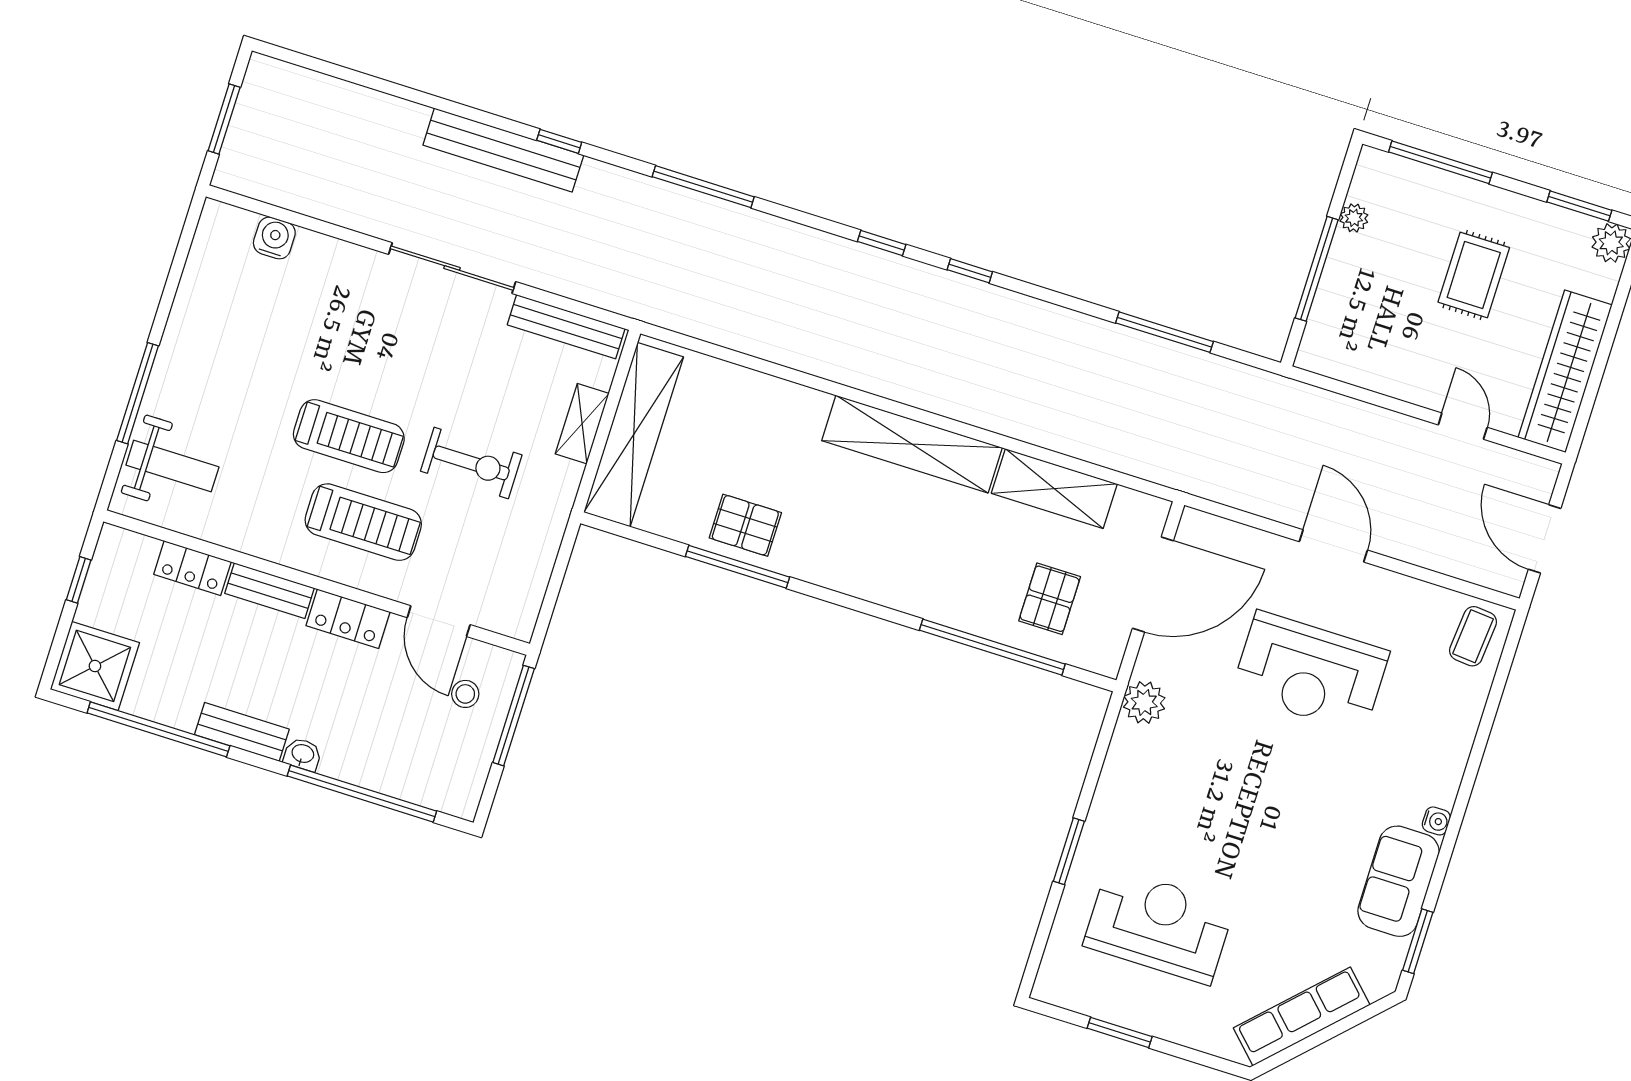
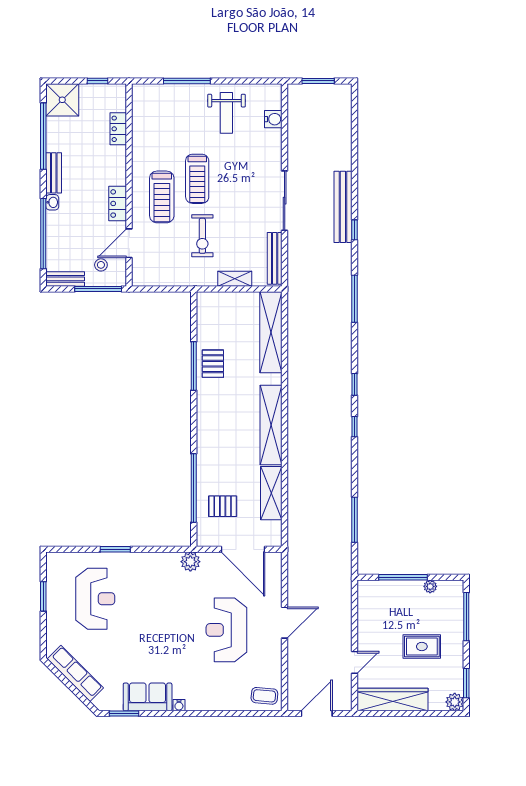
shelving: (634, 435) -> (271, 332), moved, turned 90
weight bench: (172, 466) -> (226, 113), moved
bench: (270, 591) -> (65, 279), moved, turned 90

